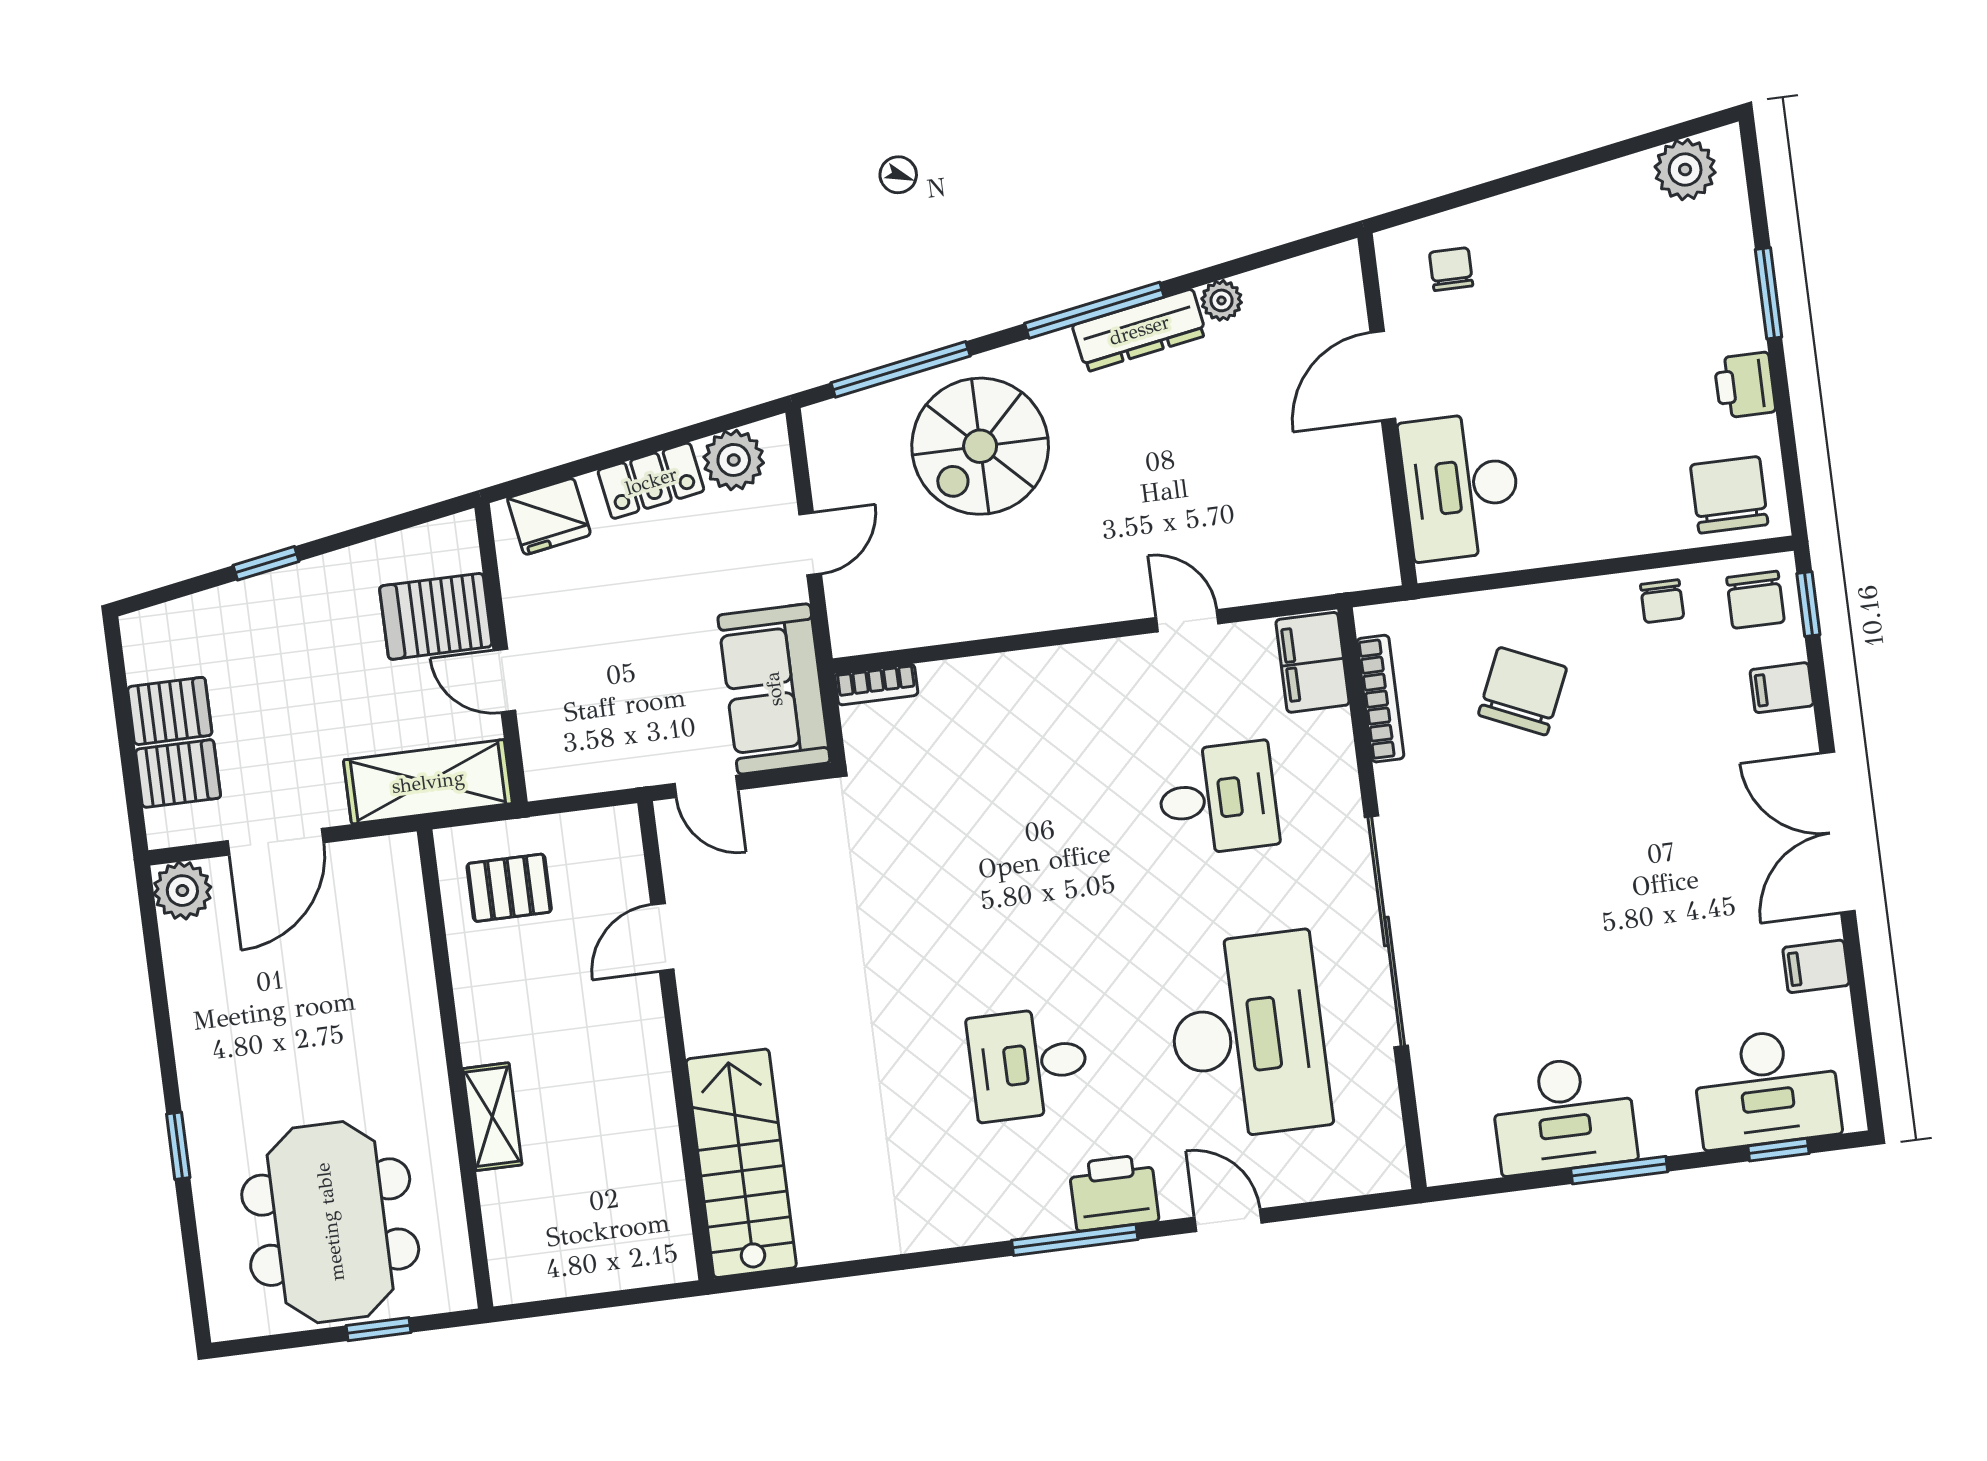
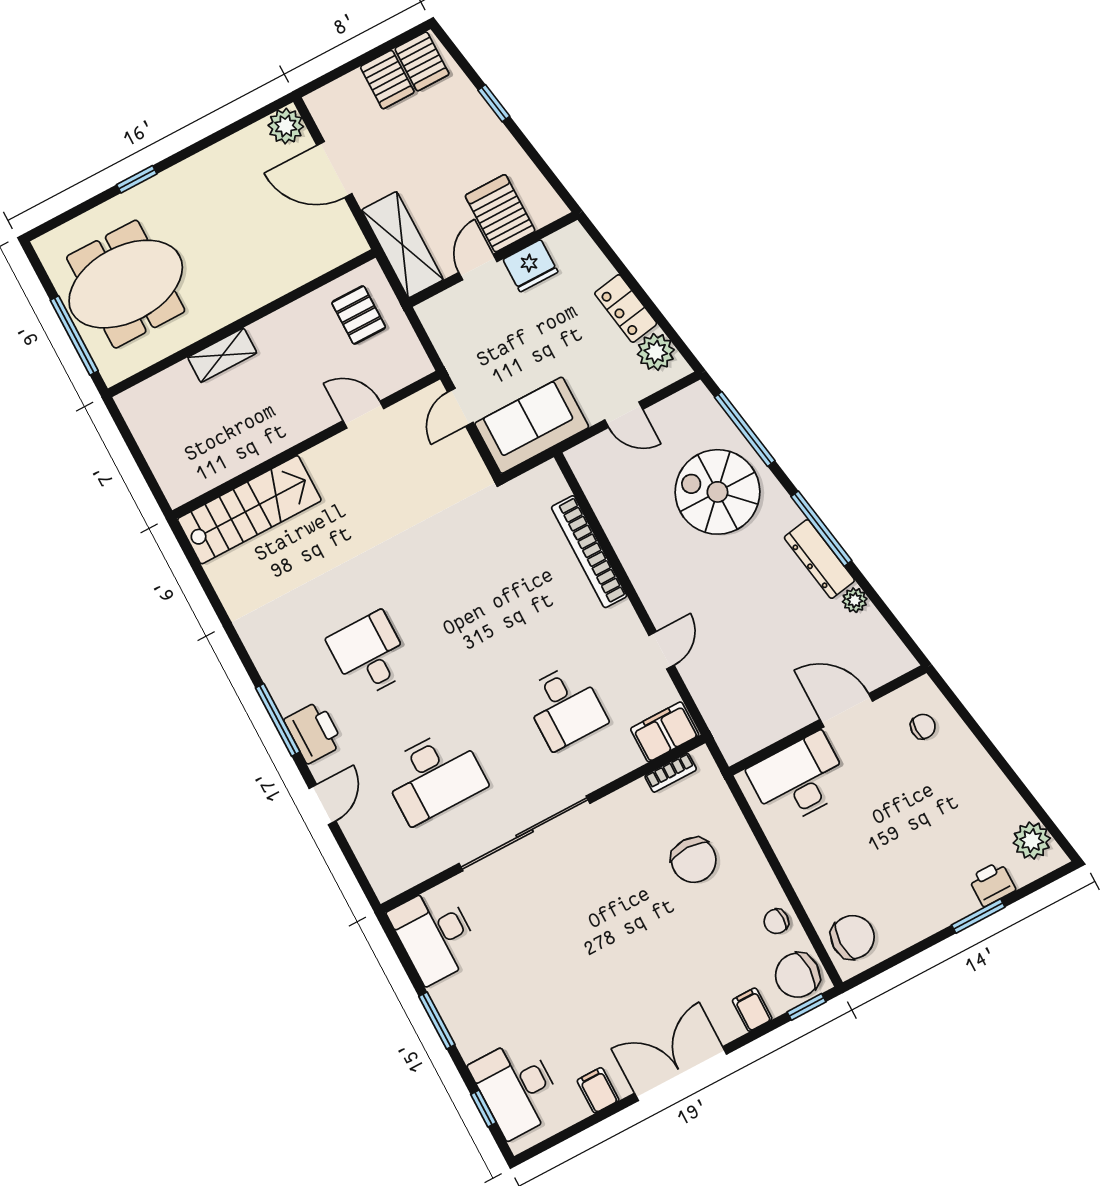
printer: (1745, 385) -> (992, 884), moved
fridge: (549, 516) -> (530, 266), moved, turned -80
chair: (1755, 600) -> (797, 975), width x1.37, depth x1.37
bookcase: (876, 684) -> (589, 552), moved, width x2.31, depth x1.31
chair: (1523, 691) -> (694, 860), turned 66
bookcase: (1380, 699) -> (671, 773), width x0.64
server rack: (178, 774) -> (422, 61), moved
desk: (1248, 1036) -> (434, 776), width x0.73, depth x0.77
desk: (1564, 1115) -> (435, 935), moved
window: (379, 1329) -> (74, 335), width x2.17

